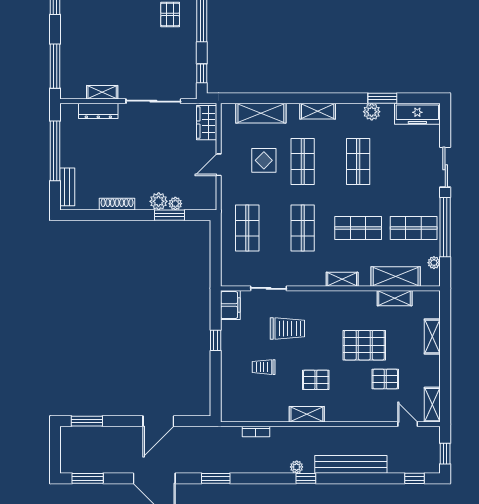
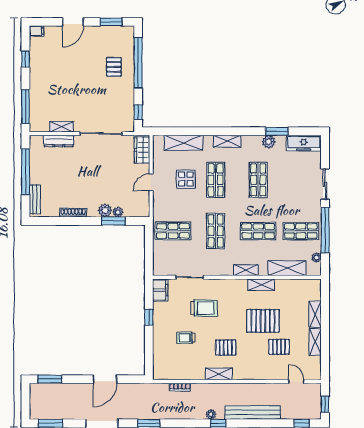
shop shelf: (247, 228) -> (173, 231), turned 90
shelving: (395, 298) -> (261, 285), moved
shelving: (432, 405) -> (315, 342), moved

